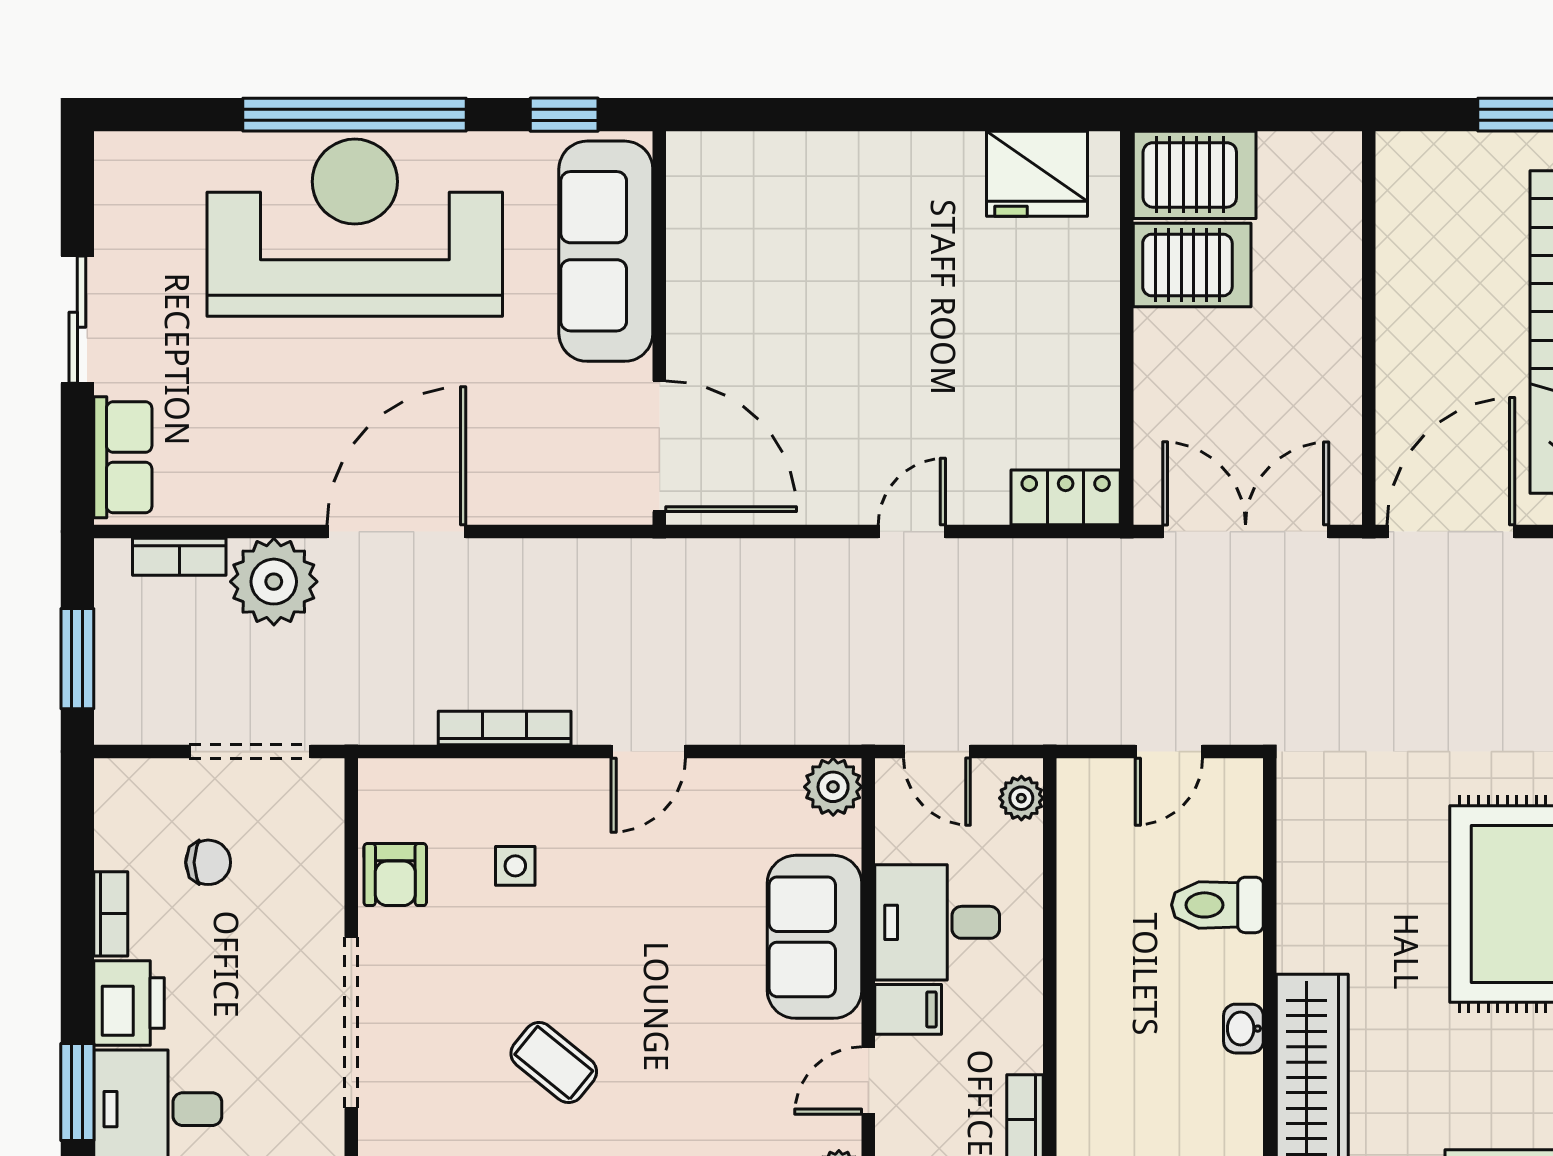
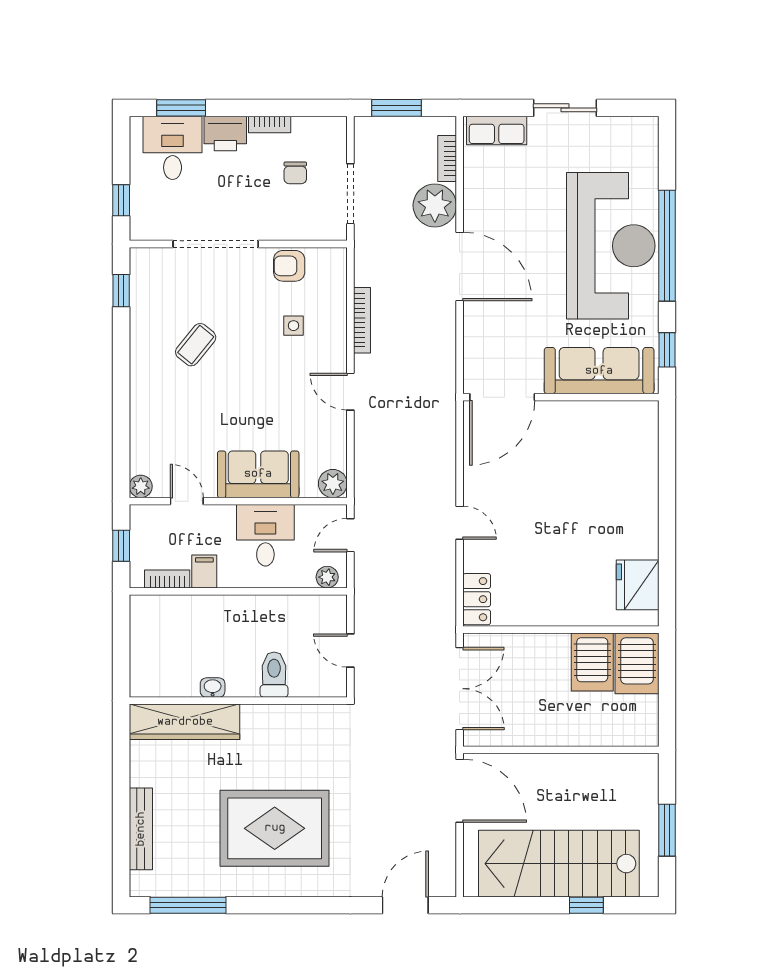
filing cabinet: (908, 1009) -> (204, 571), moved, turned 180

